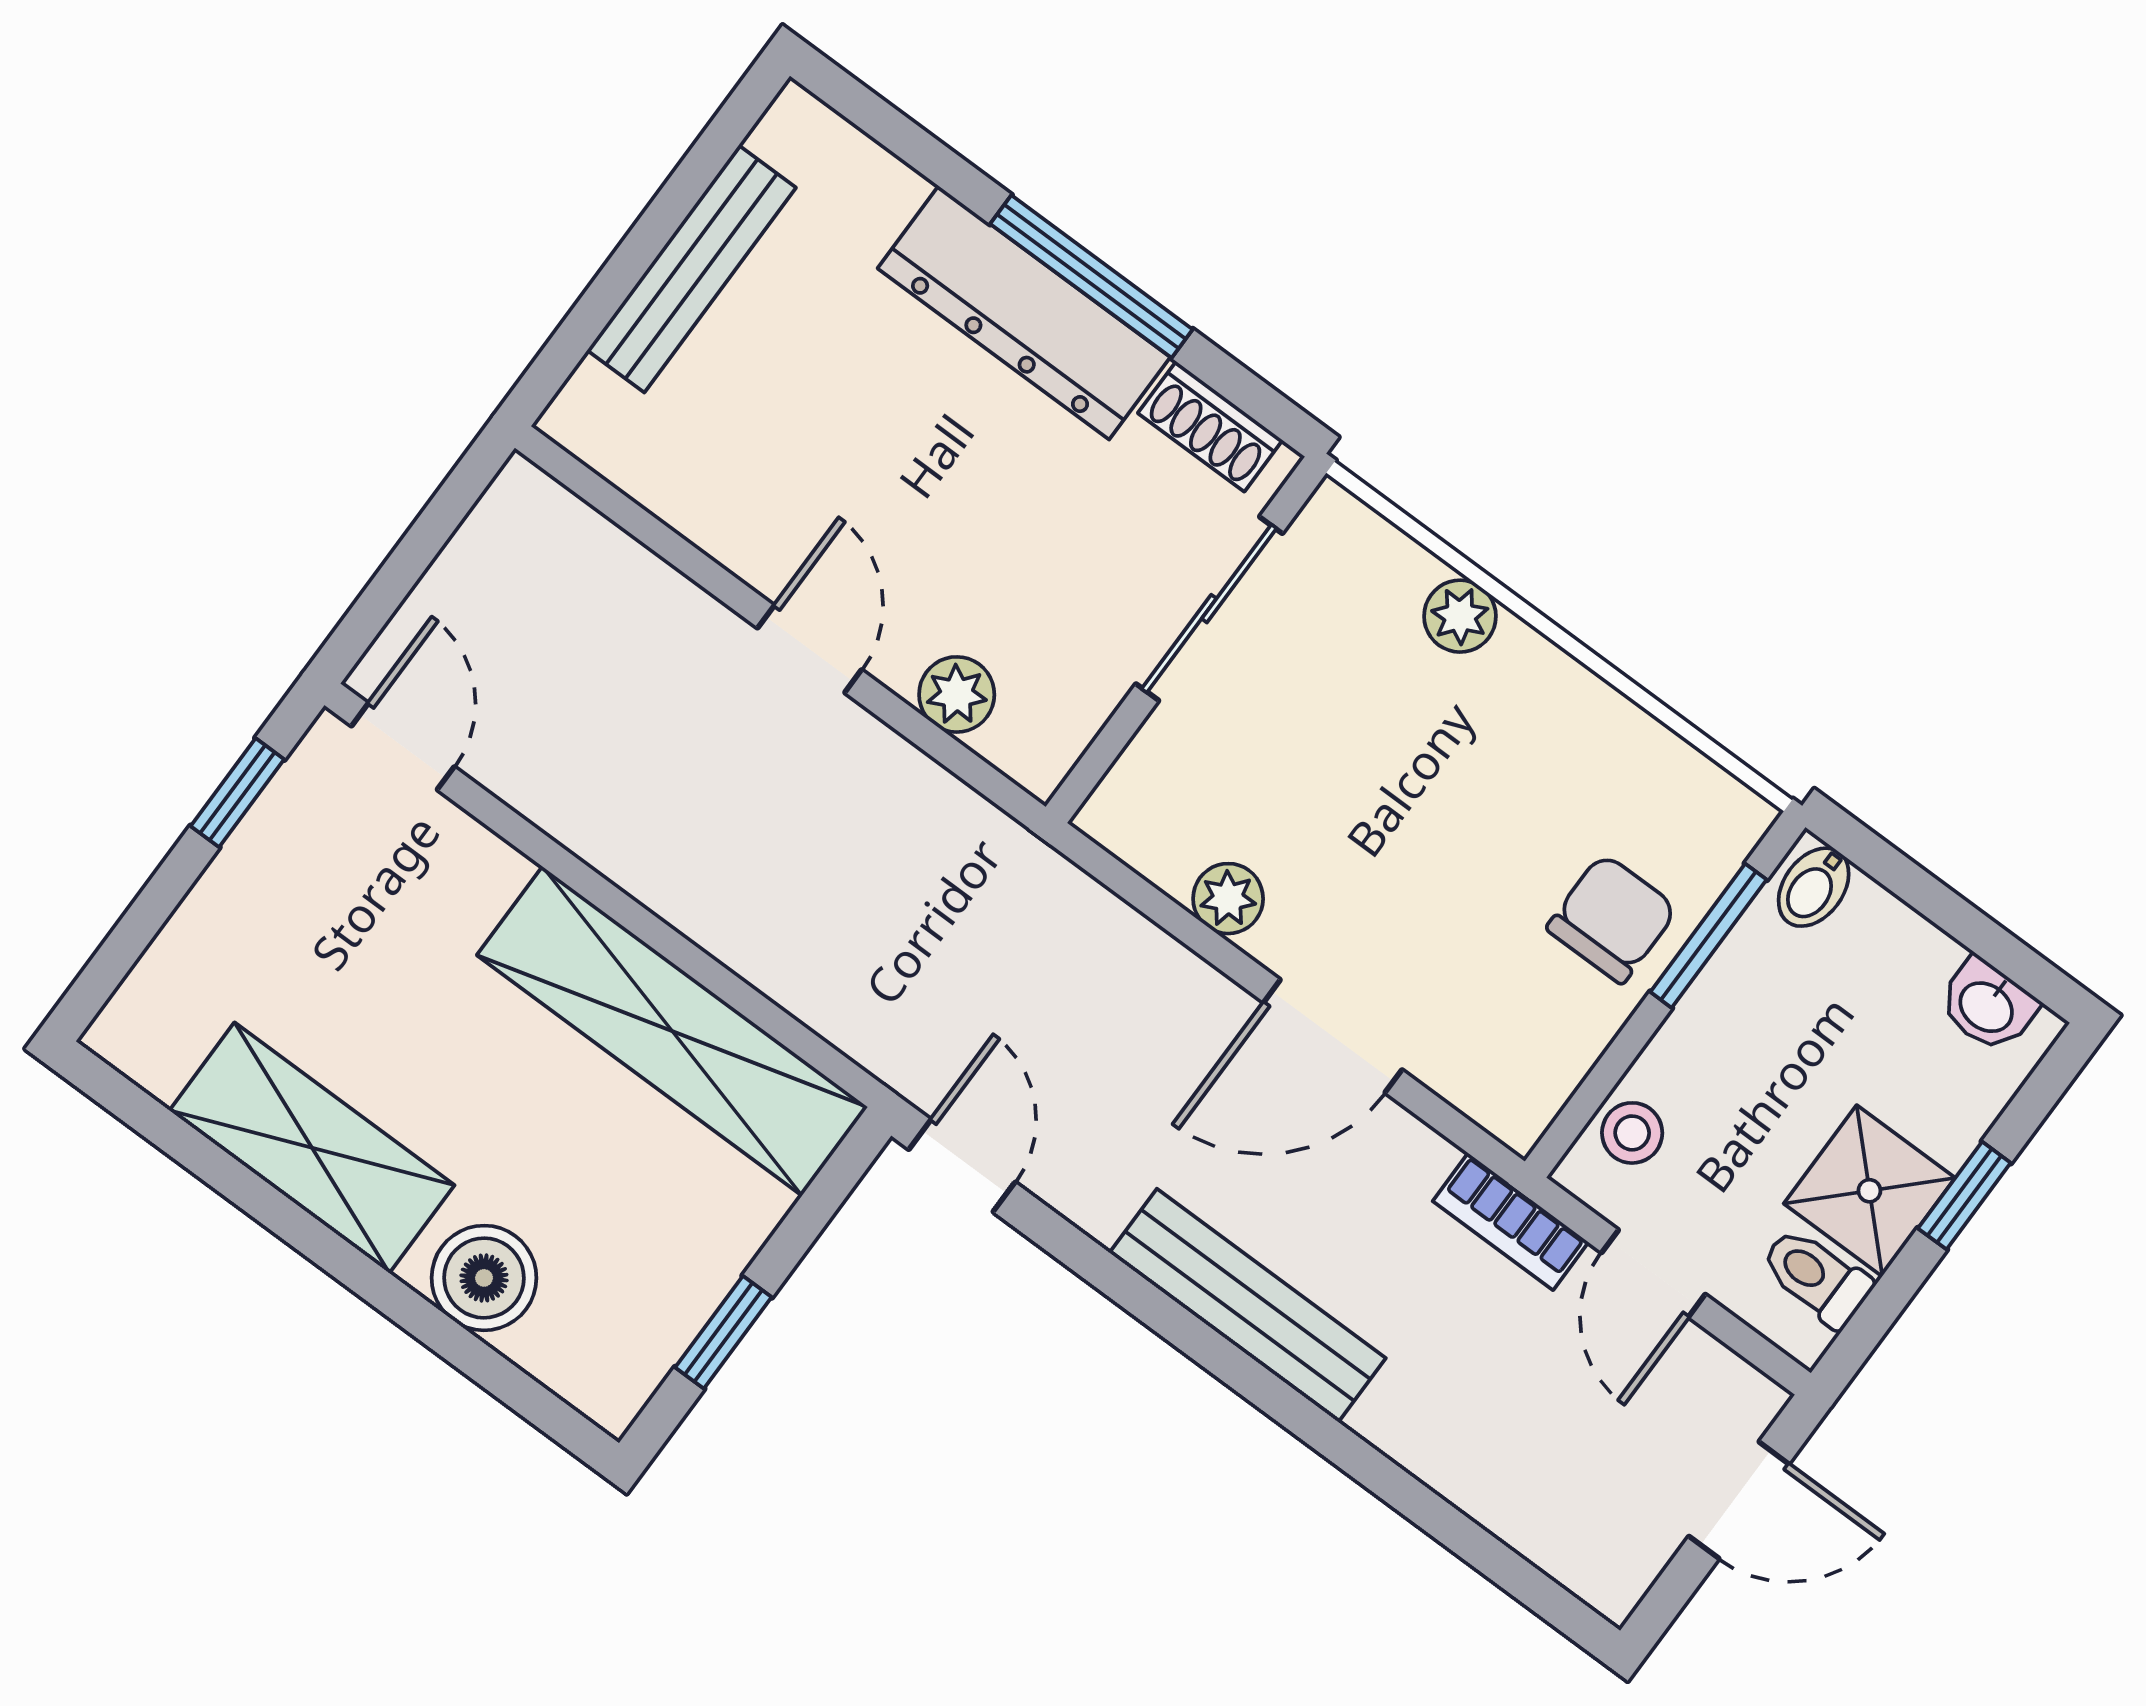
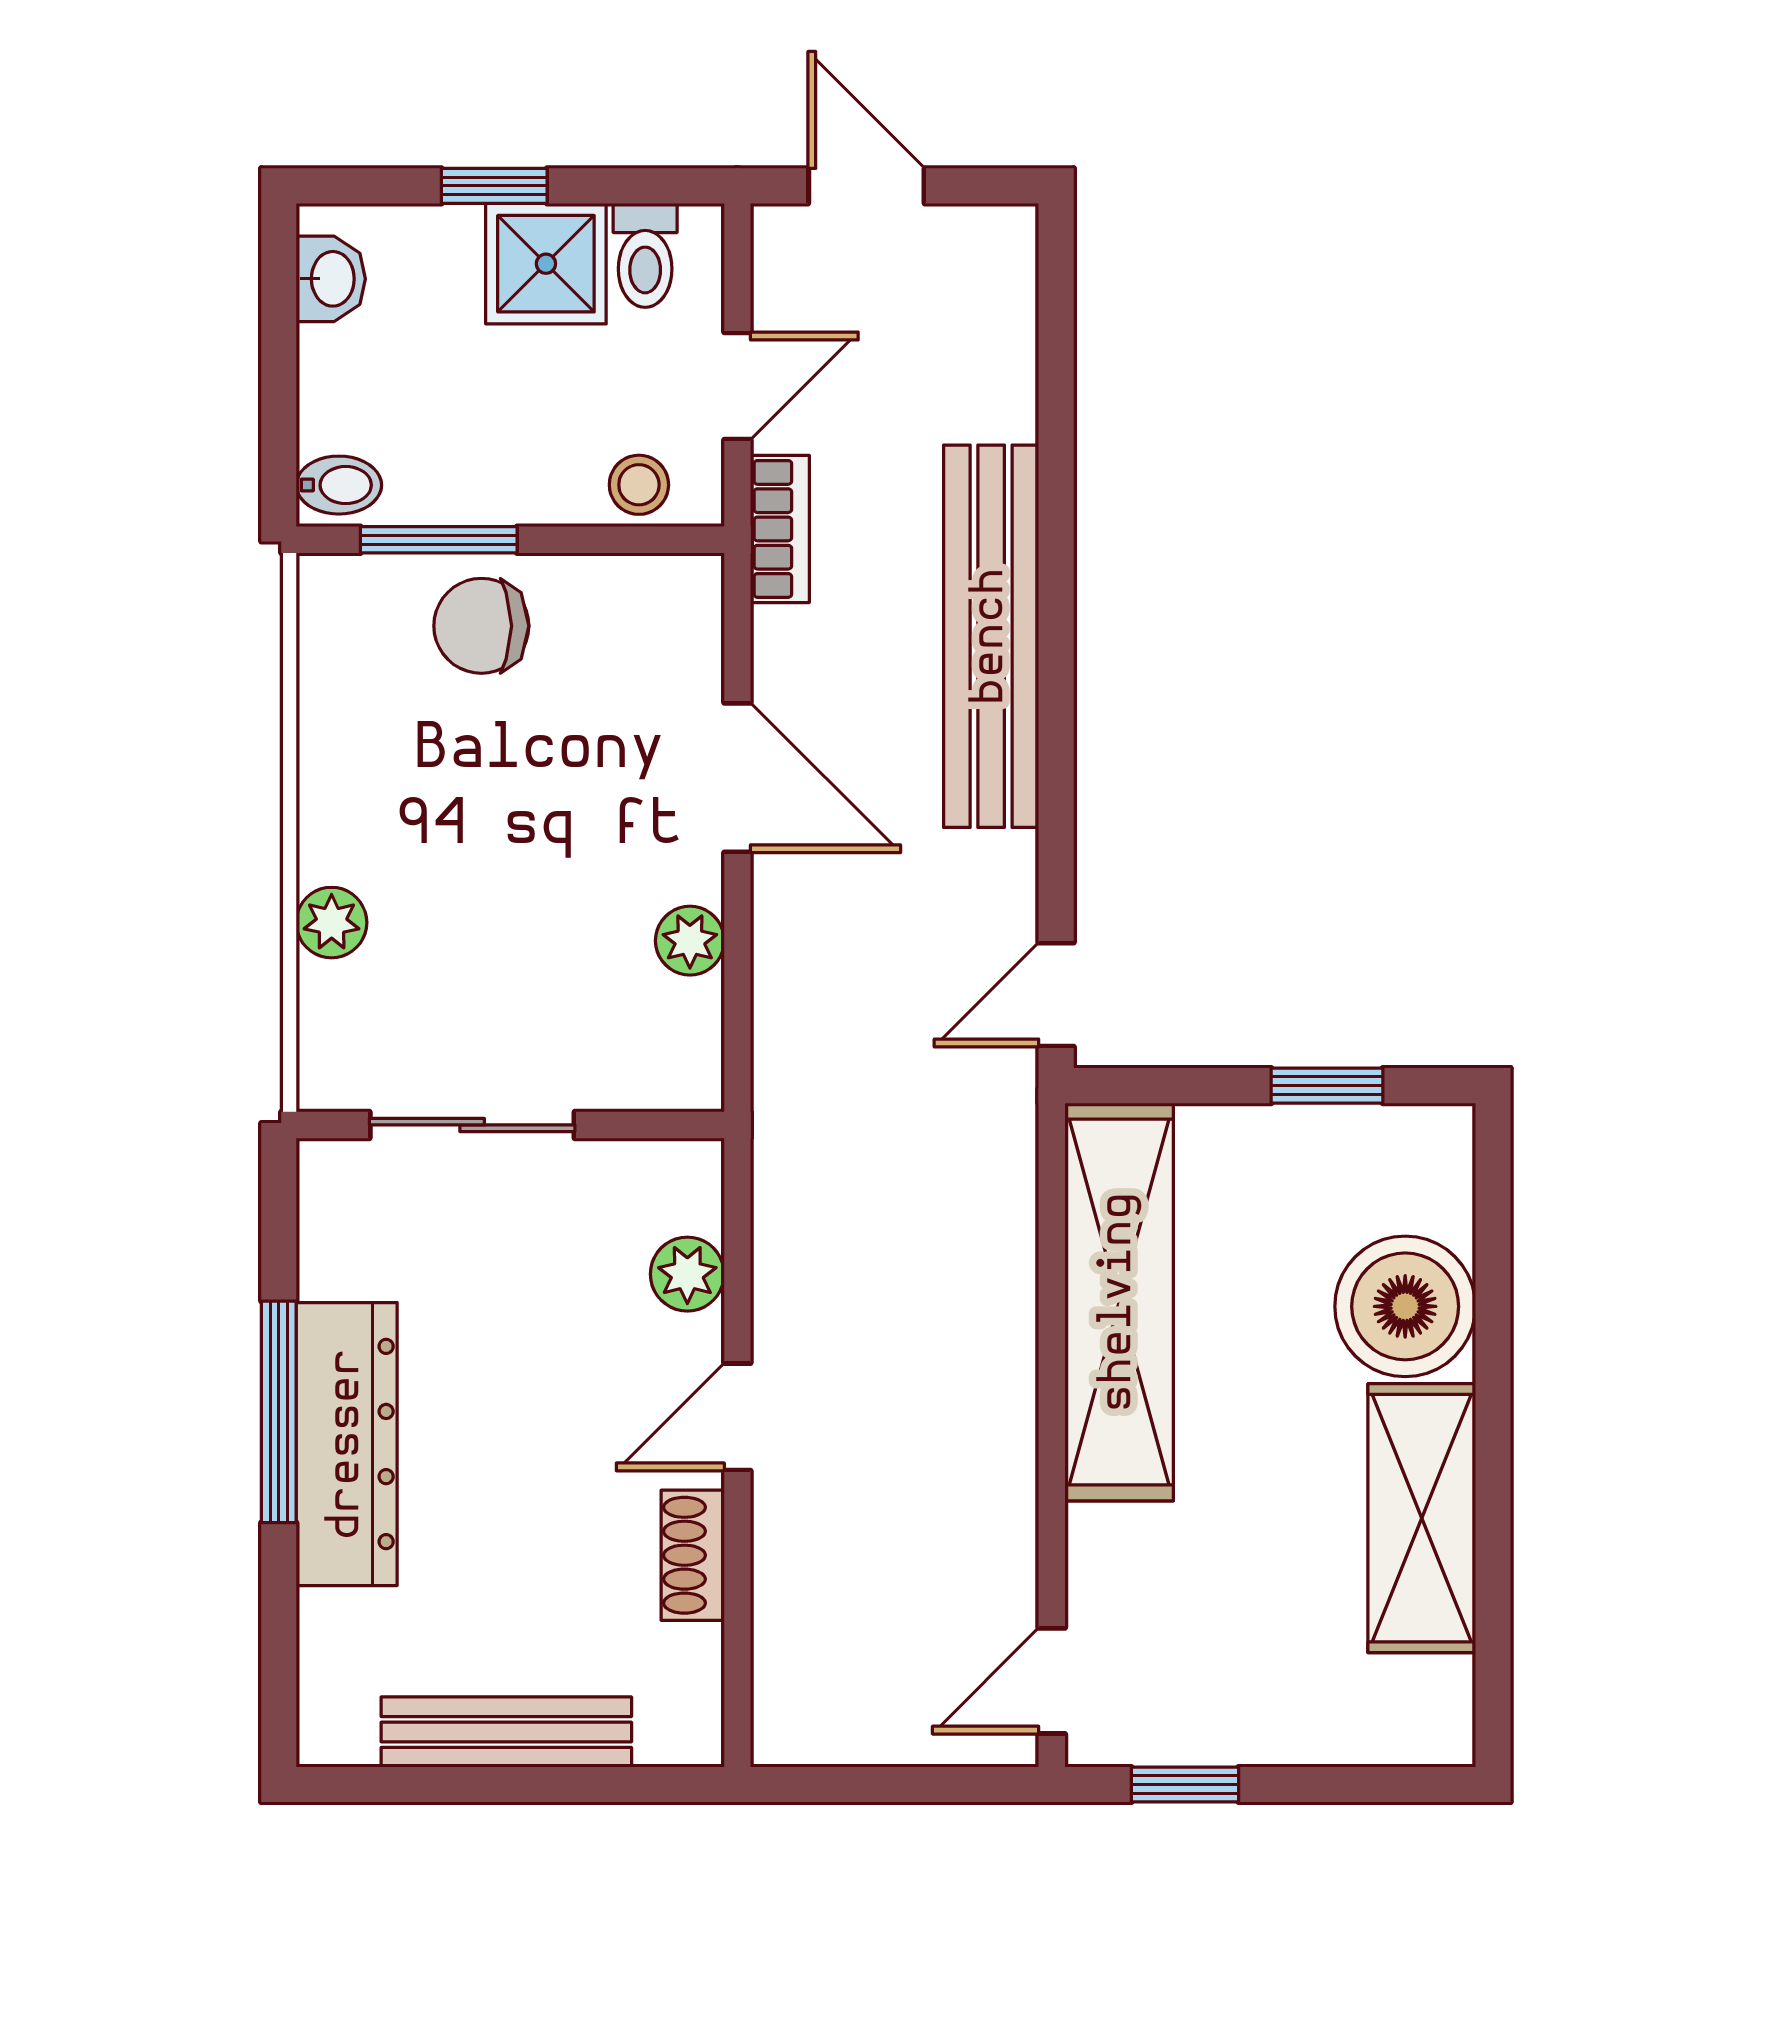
shoe rack: (1210, 427) -> (693, 1555), moved, turned 180
boiler: (484, 1278) -> (1405, 1306), width x1.37, depth x1.37
bench: (1248, 1305) -> (991, 636), width x1.37, depth x1.21

